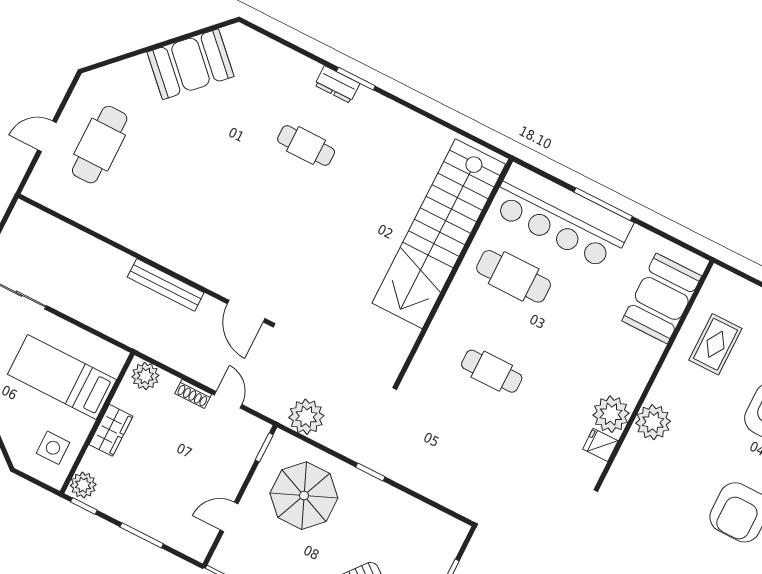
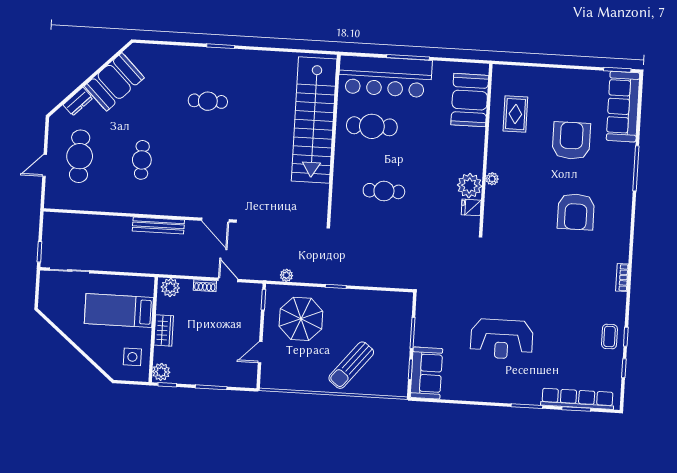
dresser: (337, 84) -> (78, 101), moved, turned -45
cafe table: (182, 186) -> (142, 160), added
plant: (306, 417) -> (286, 275), width x0.53, depth x0.53
plant: (653, 422) -> (492, 179), width x0.53, depth x0.53

